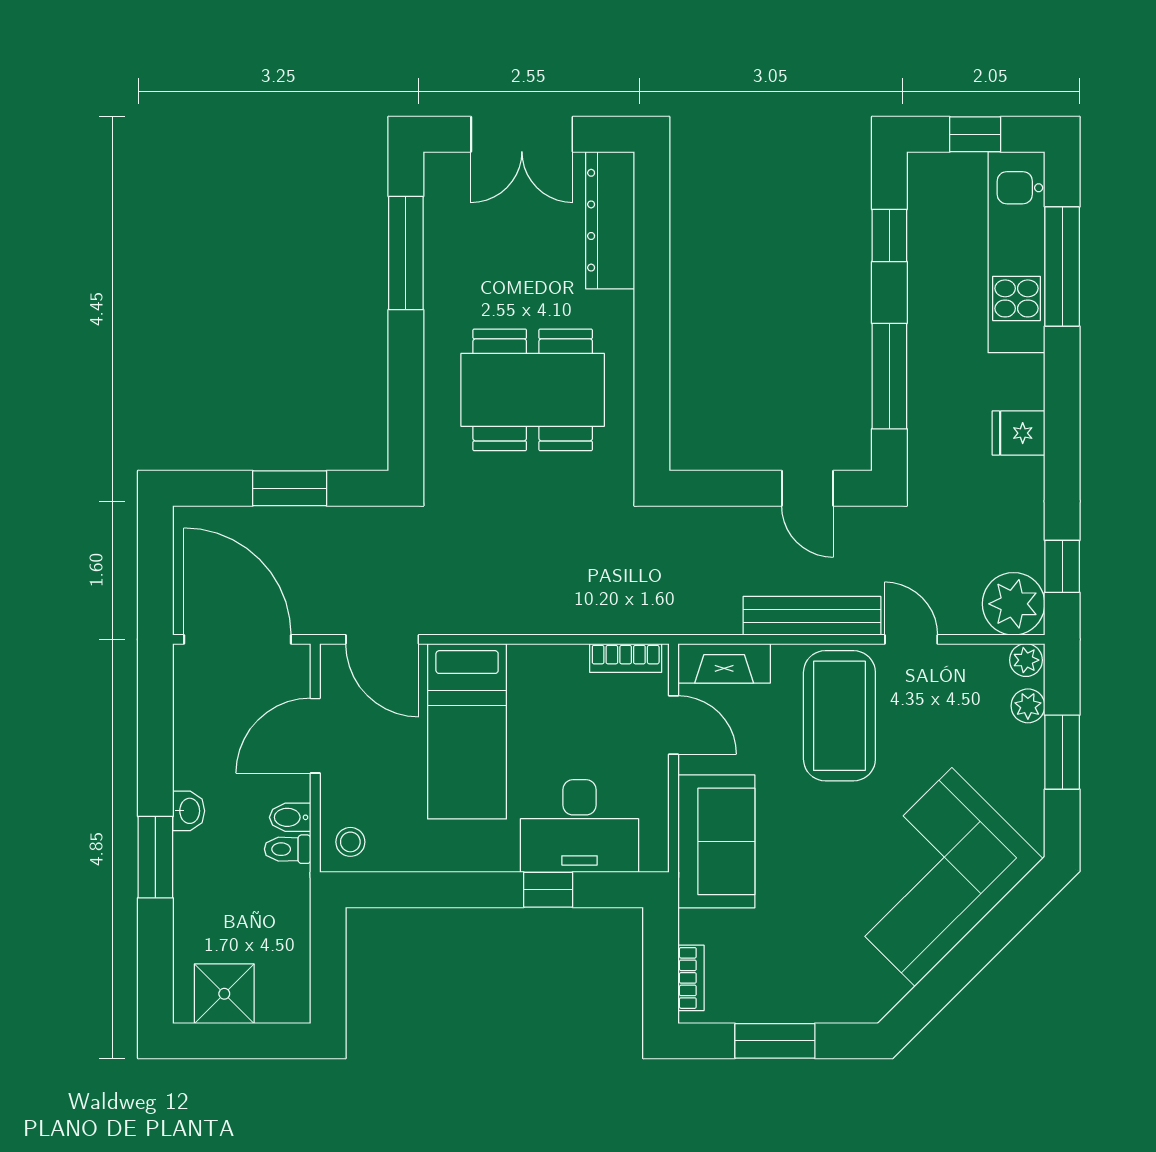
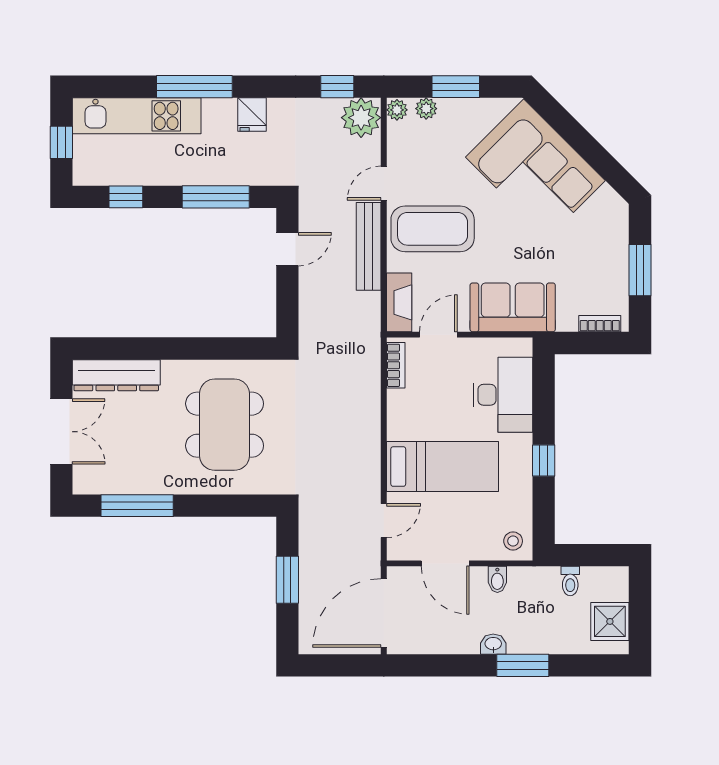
window: (1062, 266) -> (194, 87), moved
door: (382, 639) -> (384, 521), width x0.73
toilet: (288, 849) -> (570, 581), moved
window: (548, 890) -> (544, 460), moved

